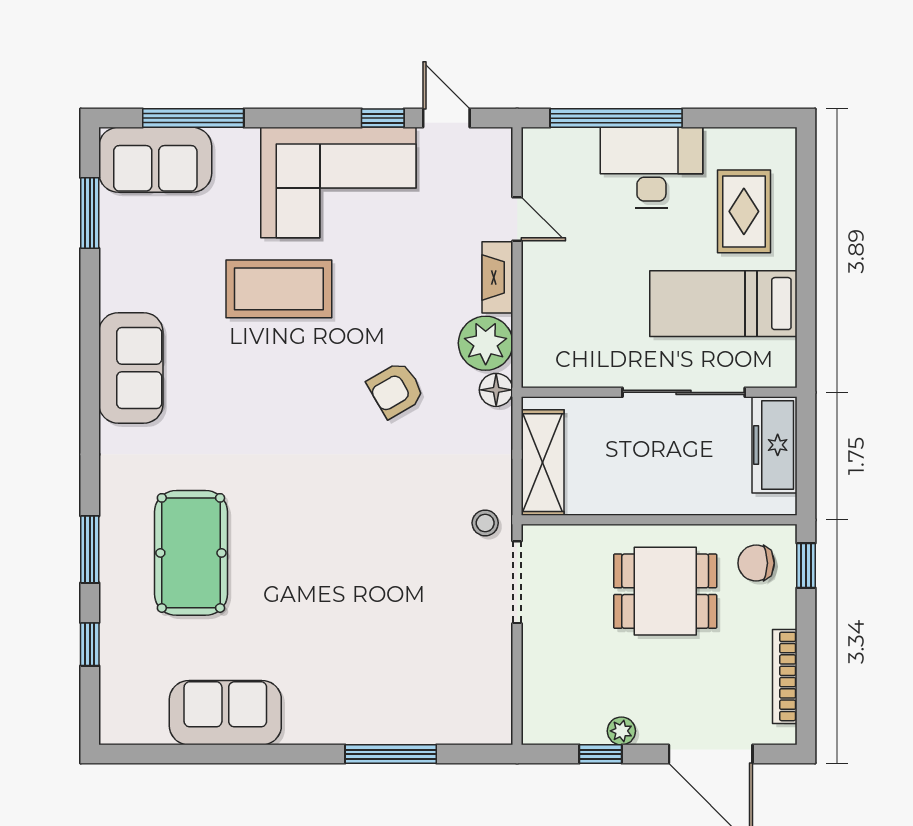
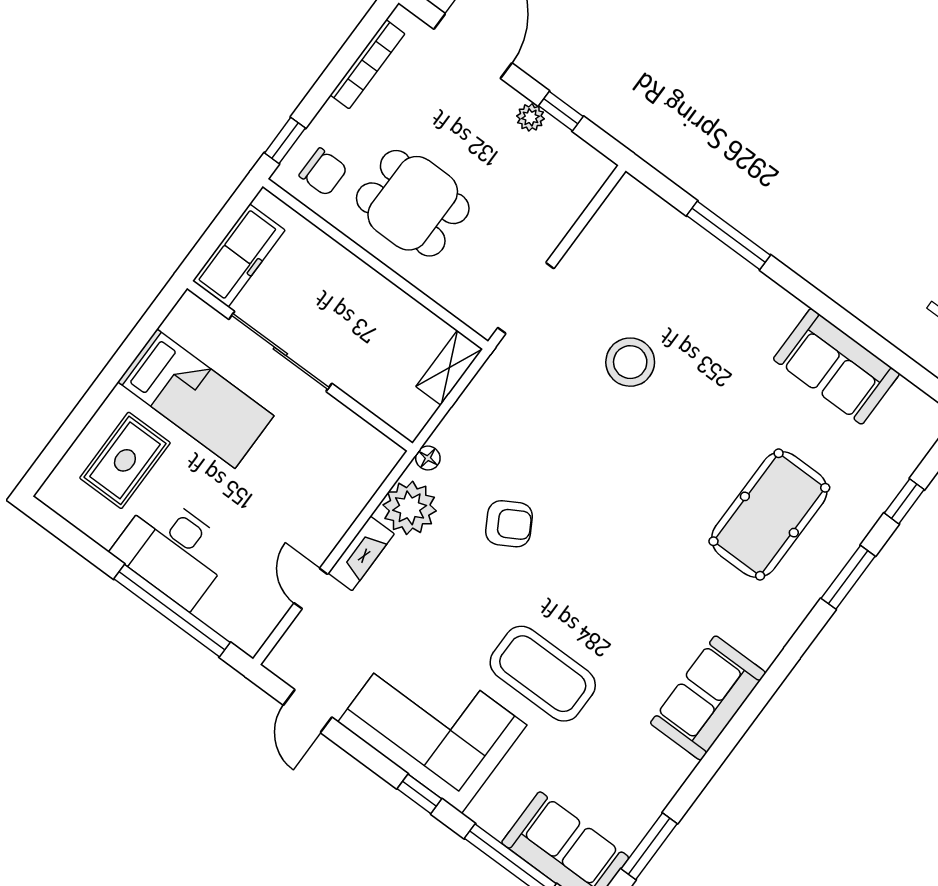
window: (383, 118) -> (419, 794), moved
floor lamp: (496, 390) -> (428, 458), width x0.73, depth x0.73
shelving: (543, 463) -> (449, 368), width x0.67, depth x0.75
stool: (485, 523) -> (630, 362), moved, width x1.89, depth x1.89

